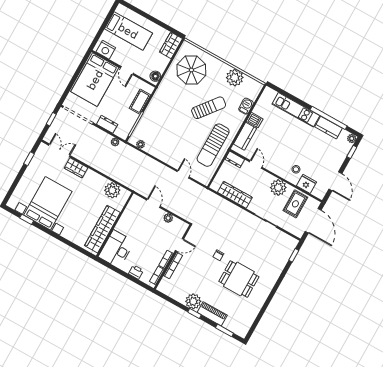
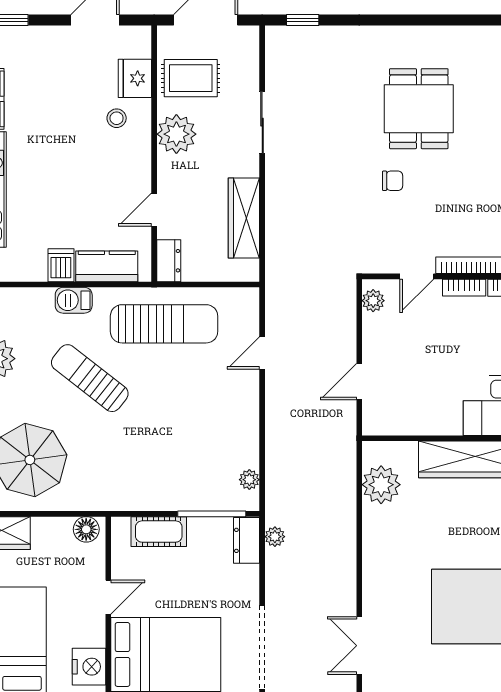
barbecue: (246, 106) -> (74, 300), moved
dresser: (107, 124) -> (246, 540), moved
wardrobe: (76, 168) -> (377, 589), removed
plant: (168, 218) -> (373, 301), moved
door: (179, 245) -> (417, 276), swing flipped

